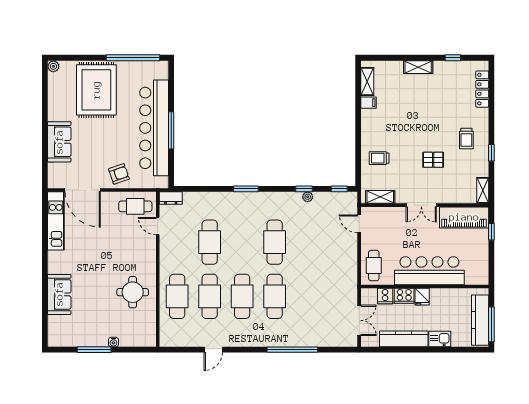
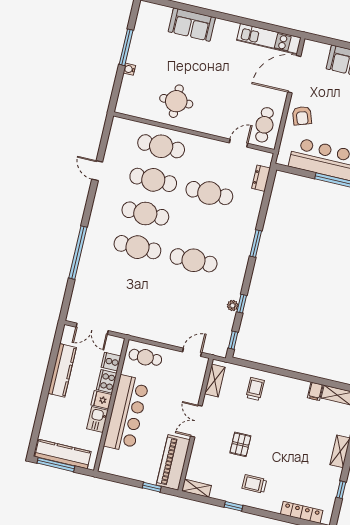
dresser: (171, 198) -> (261, 178), moved
kitchen sink: (440, 339) -> (97, 420), moved, turned 180

